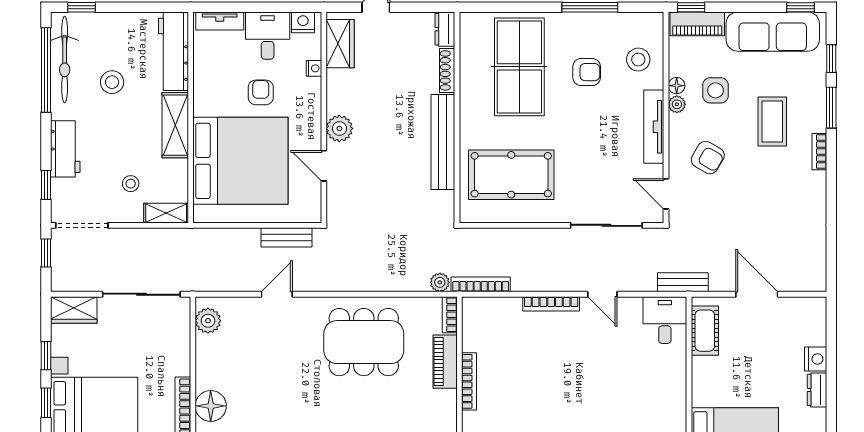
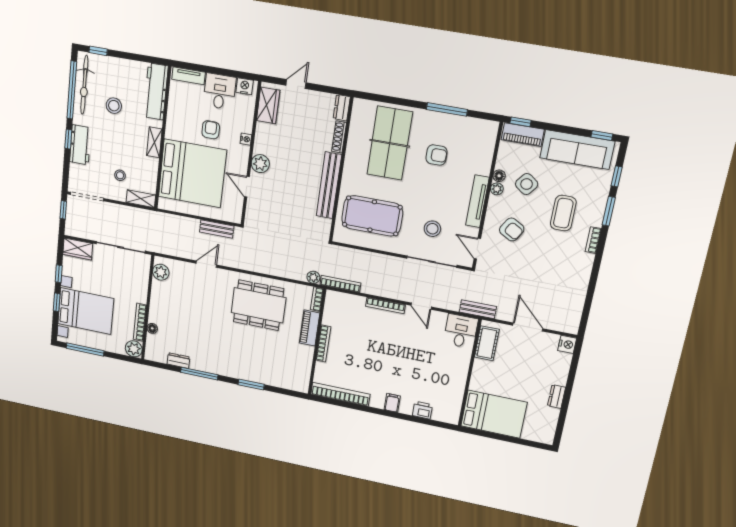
stool: (638, 60) -> (432, 229), moved
nightstand: (314, 68) -> (246, 139), moved
side table: (715, 90) -> (527, 184), turned 37
shelving: (175, 125) -> (154, 142), width x0.67, depth x0.75
window: (46, 185) -> (68, 139), moved
nightstand: (816, 359) -> (567, 344), moved
floor lamp: (211, 406) -> (152, 328), width x0.53, depth x0.53

